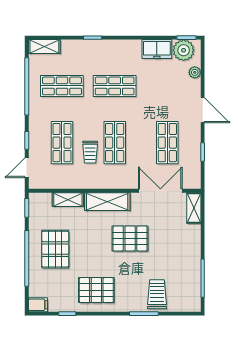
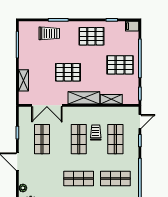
shelving: (194, 208) -> (23, 80), moved
pallet: (55, 249) -> (120, 65), turned 90
trolley: (157, 294) -> (49, 33), turned -90

